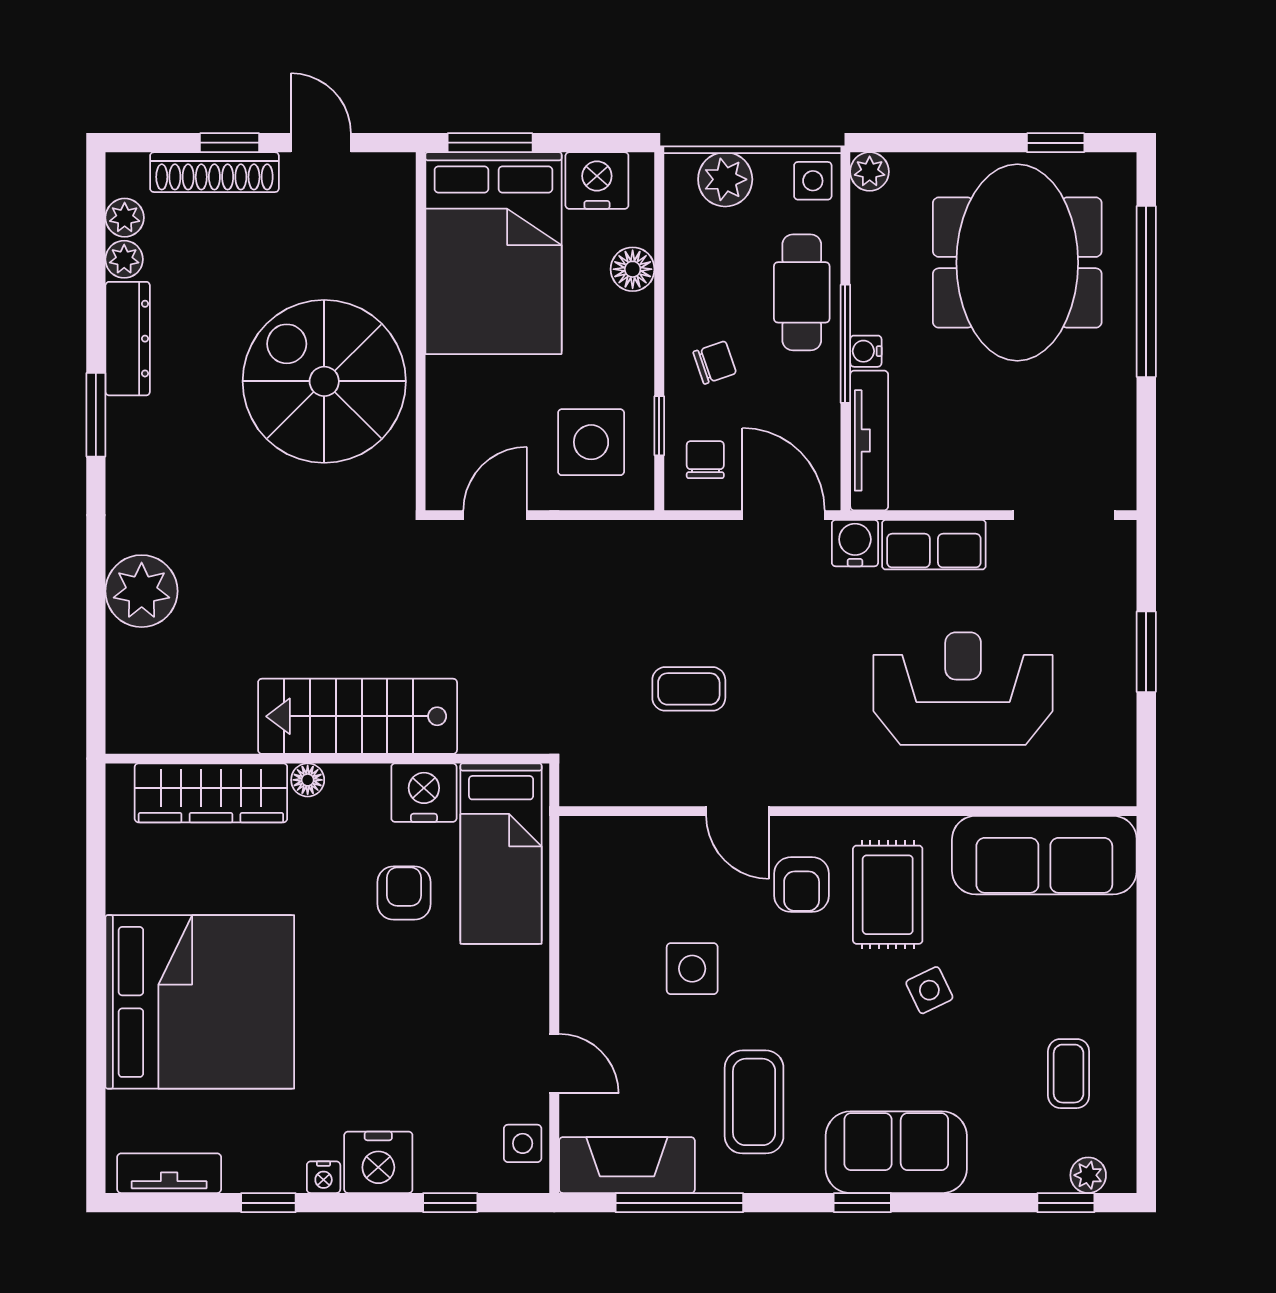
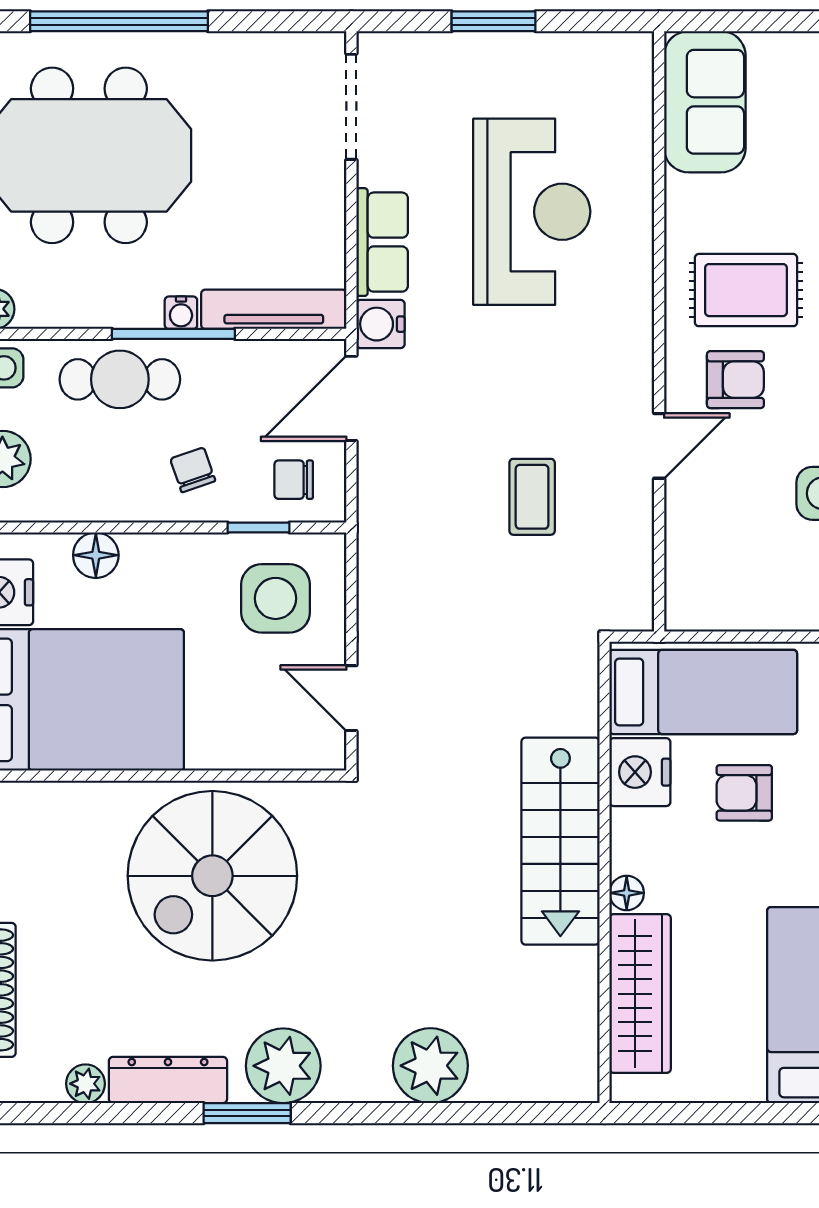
plant: (125, 218) -> (283, 1066), moved, width x1.88, depth x1.88
reception desk: (963, 689) -> (532, 212), turned 180
sofa: (1044, 855) -> (705, 102), width x0.73

